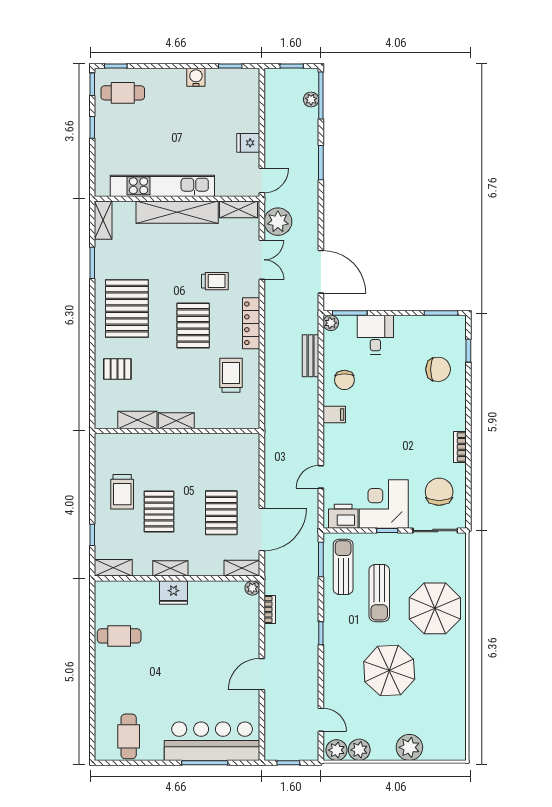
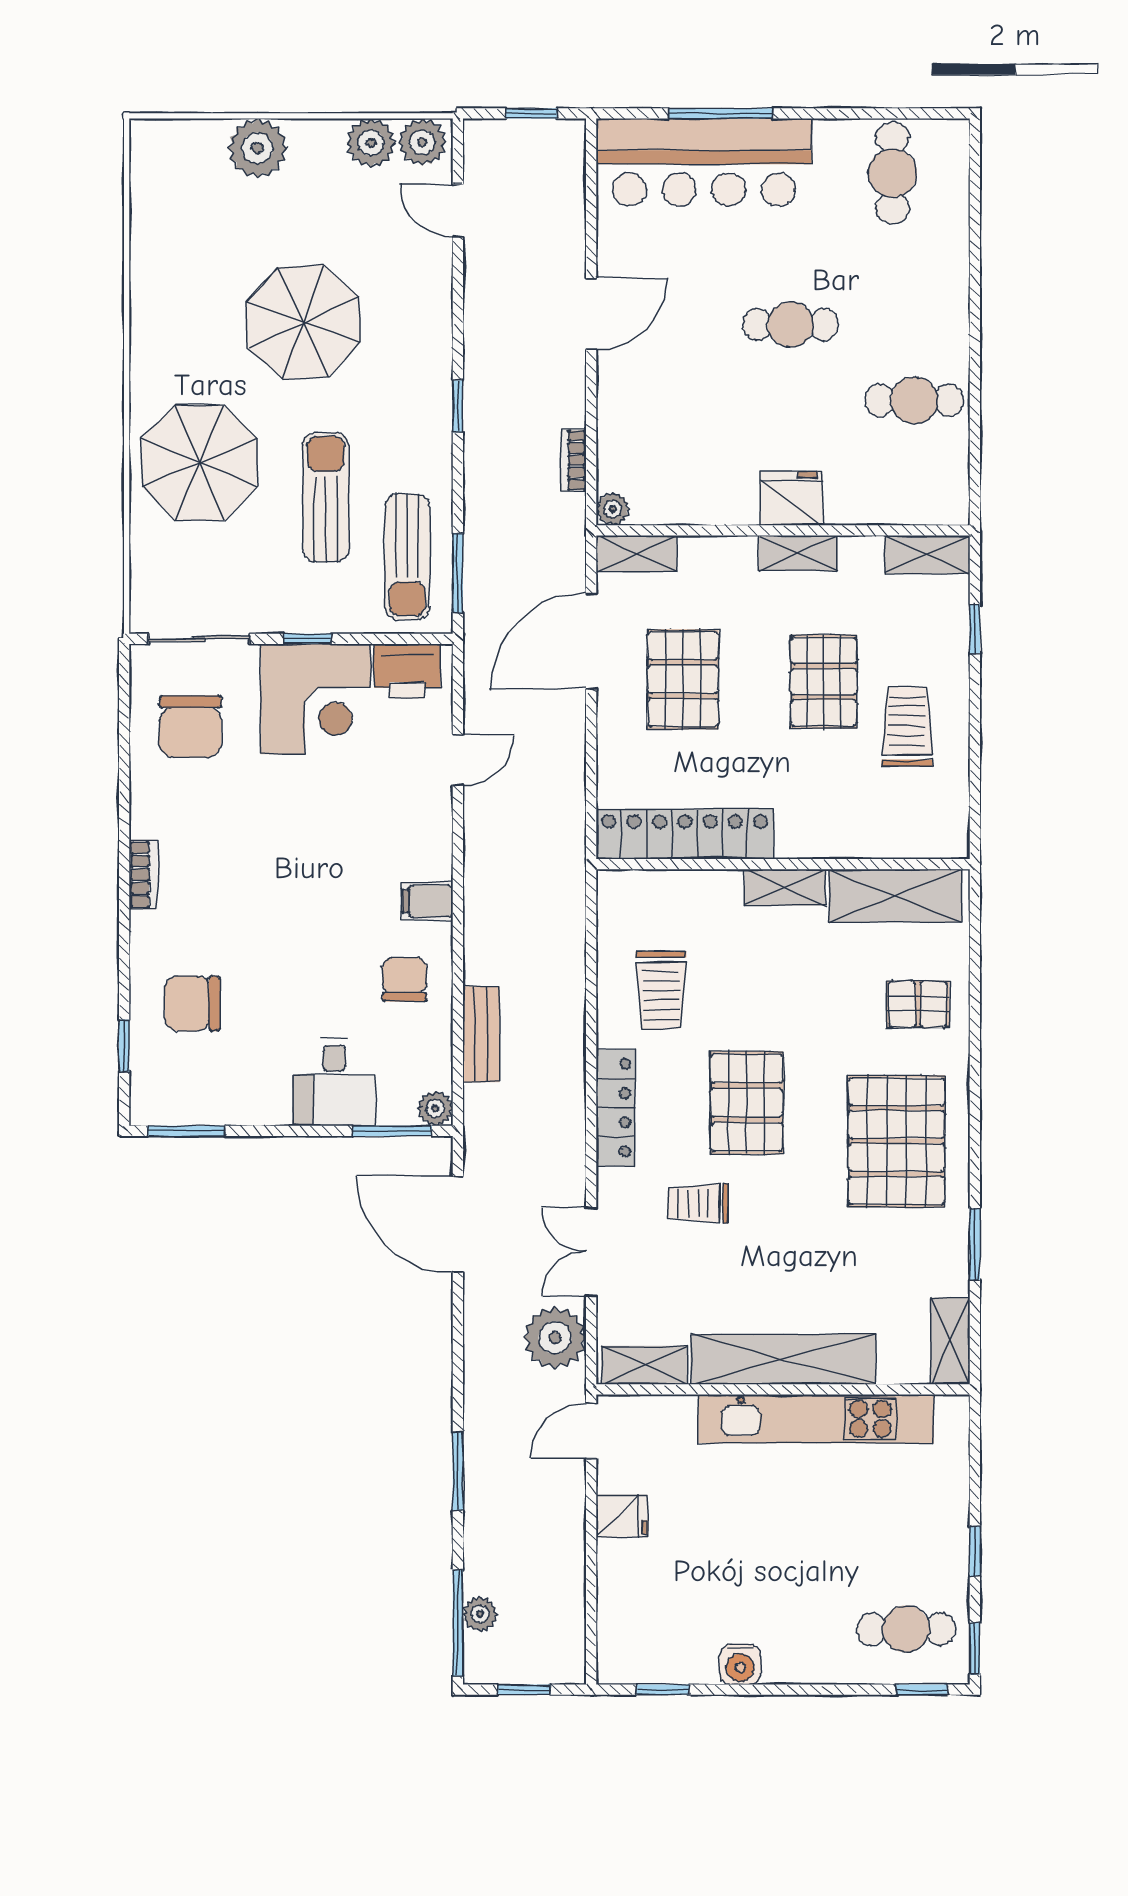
shelving: (137, 420) -> (895, 896), width x1.50, depth x1.33
locker: (221, 444) -> (685, 834), added
bookcase: (460, 447) -> (143, 875), moved
cafe table: (174, 669) -> (790, 325), added

